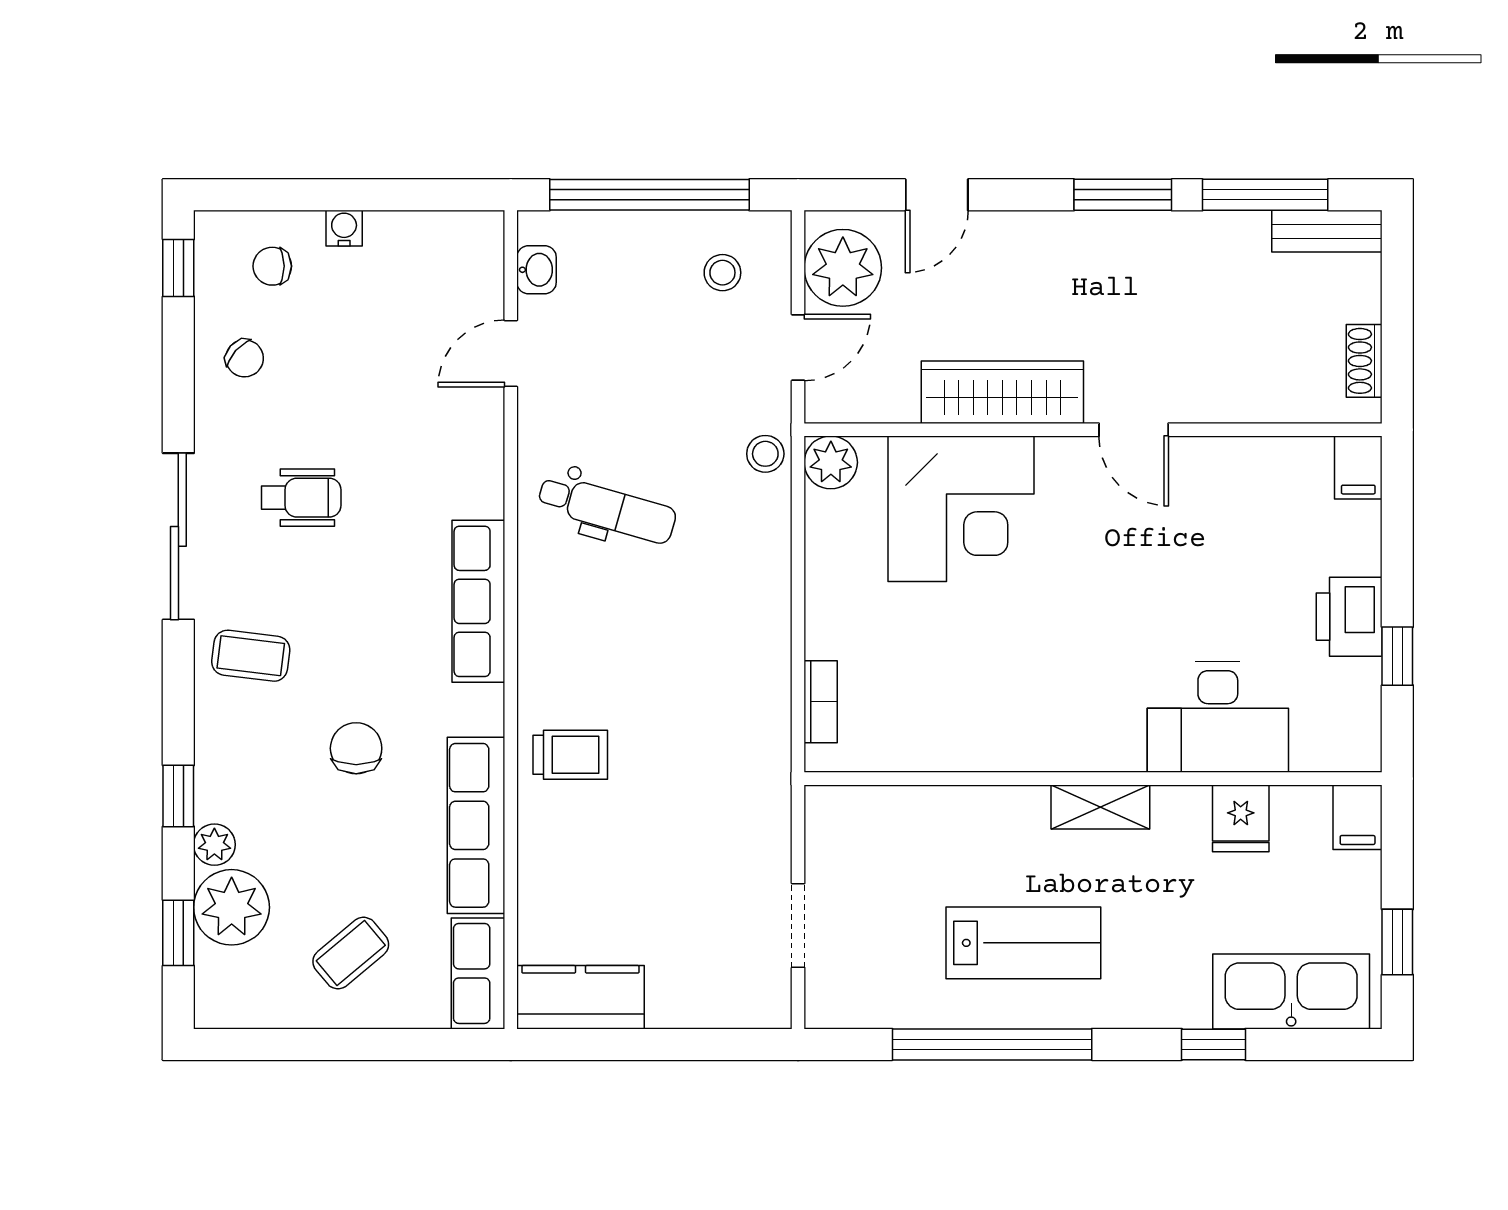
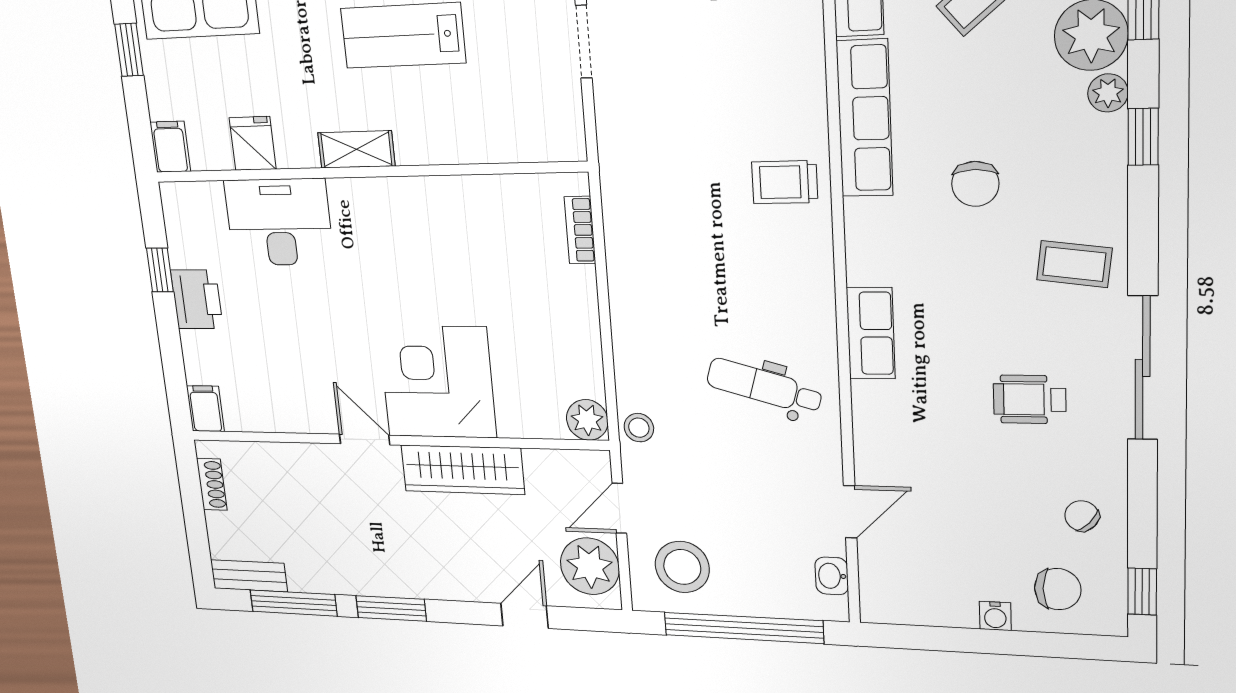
chair: (272, 266) -> (1058, 589), width x1.37, depth x1.37
stool: (722, 273) -> (682, 567), width x1.89, depth x1.89
corner desk: (961, 509) -> (437, 382), moved
row of seats: (478, 601) -> (871, 333), width x0.68

